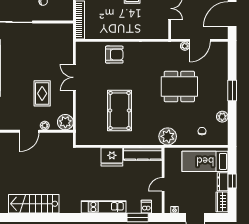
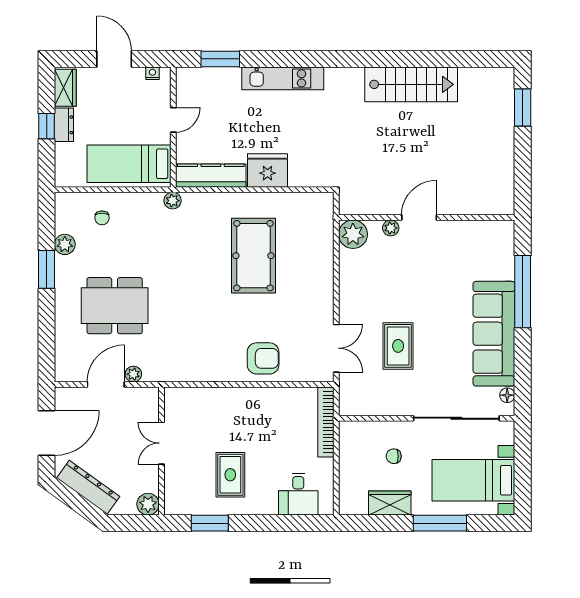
armchair: (114, 55) -> (263, 358), turned 180
double door: (74, 77) -> (336, 348), moved
dining table: (179, 86) -> (115, 306), moved
window: (232, 90) -> (47, 269), moved
rug: (42, 93) -> (398, 346), moved
plant: (168, 136) -> (173, 201), width x0.53, depth x0.53
bed: (205, 161) -> (129, 164), moved, turned 180
dishwasher: (146, 207) -> (204, 79), removed

